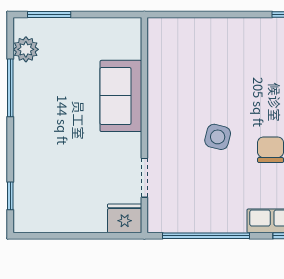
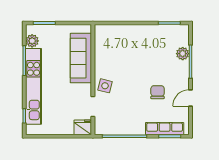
sofa: (121, 96) -> (81, 58), width x1.36
side table: (218, 137) -> (105, 86), moved
kitchen unit: (28, 138) -> (34, 86), added

